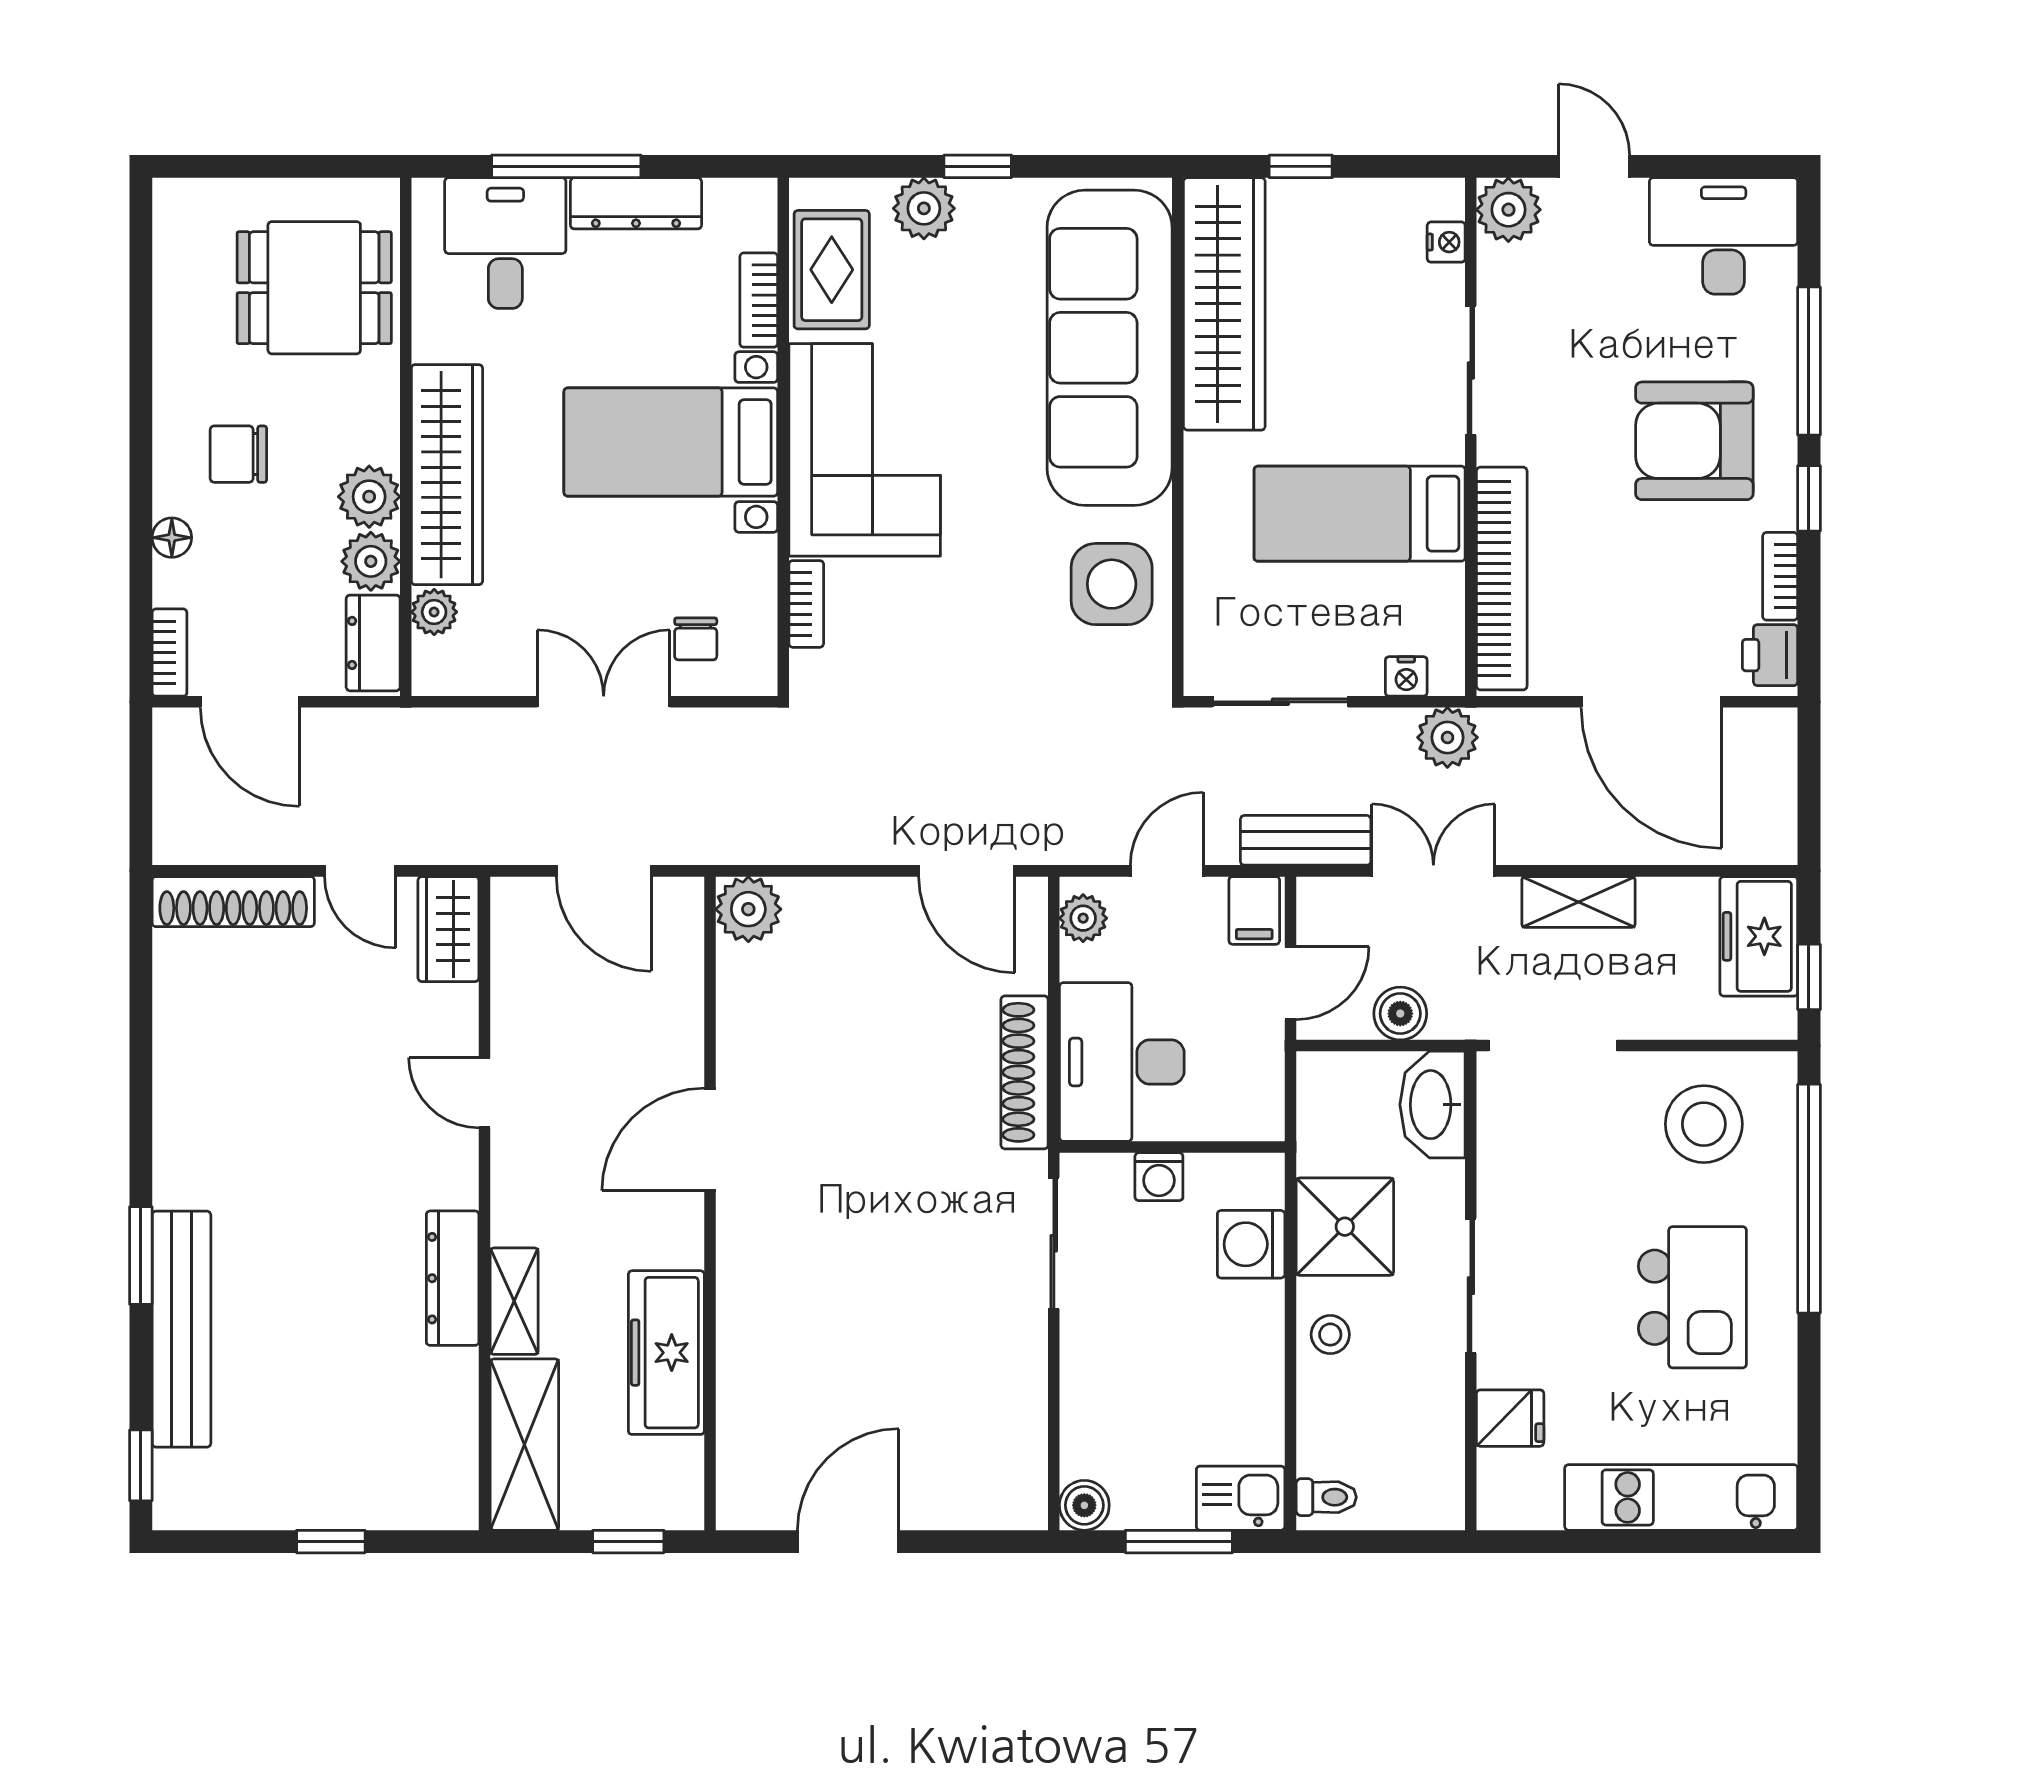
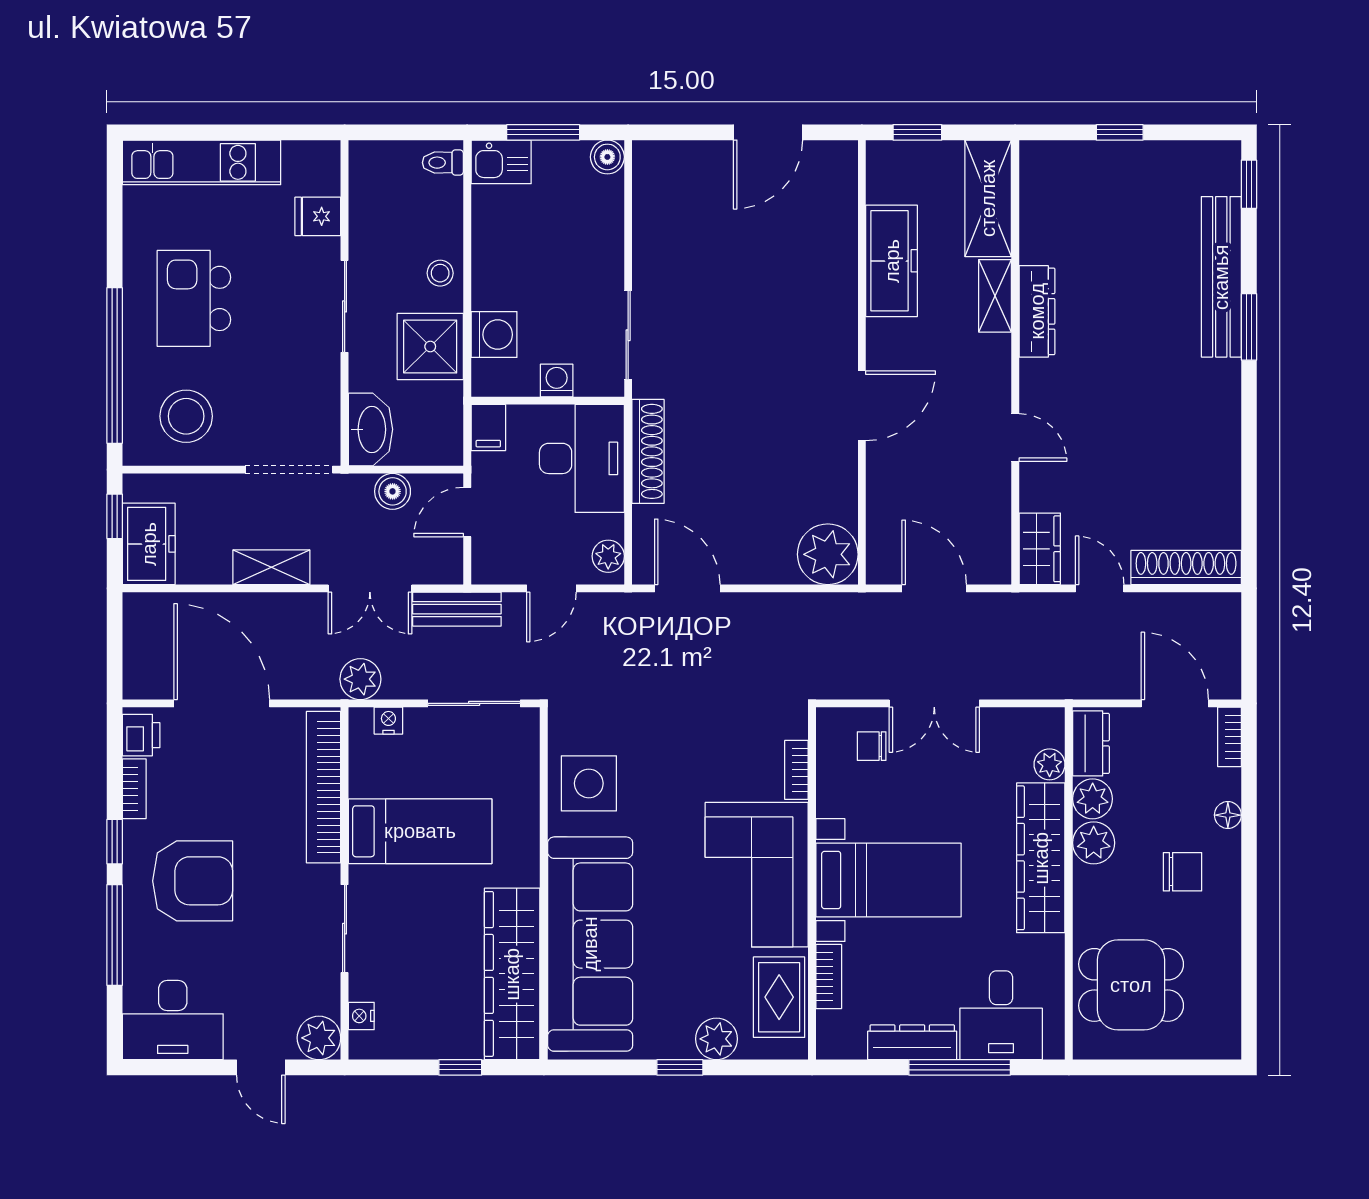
chair: (696, 639) -> (872, 746), turned -90
plant: (748, 909) -> (828, 554), width x1.36, depth x1.36
filing cabinet: (1254, 910) -> (488, 427), moved, turned 180

